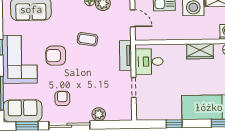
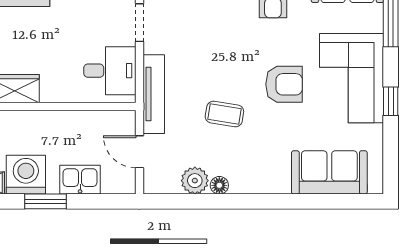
tv unit: (125, 55) -> (154, 94), width x1.41

